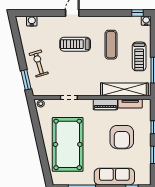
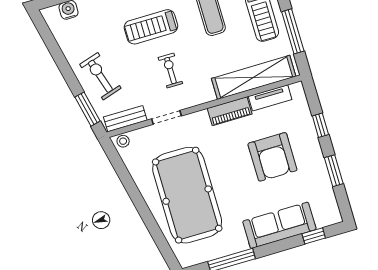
exercise bike: (79, 72) -> (170, 71), added
bench: (46, 91) -> (125, 119), added

